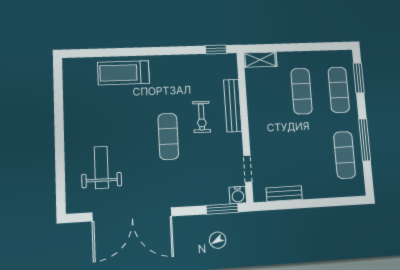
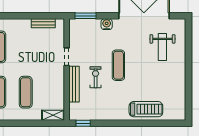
doorway: (248, 169) -> (67, 57), moved
water cooler: (238, 195) -> (107, 24), moved

